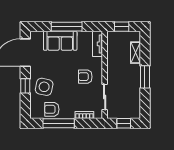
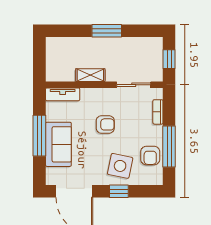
window: (122, 27) -> (39, 62), removed
shelving: (135, 53) -> (90, 75), moved
armchair: (85, 77) -> (105, 124), moved, turned -90

